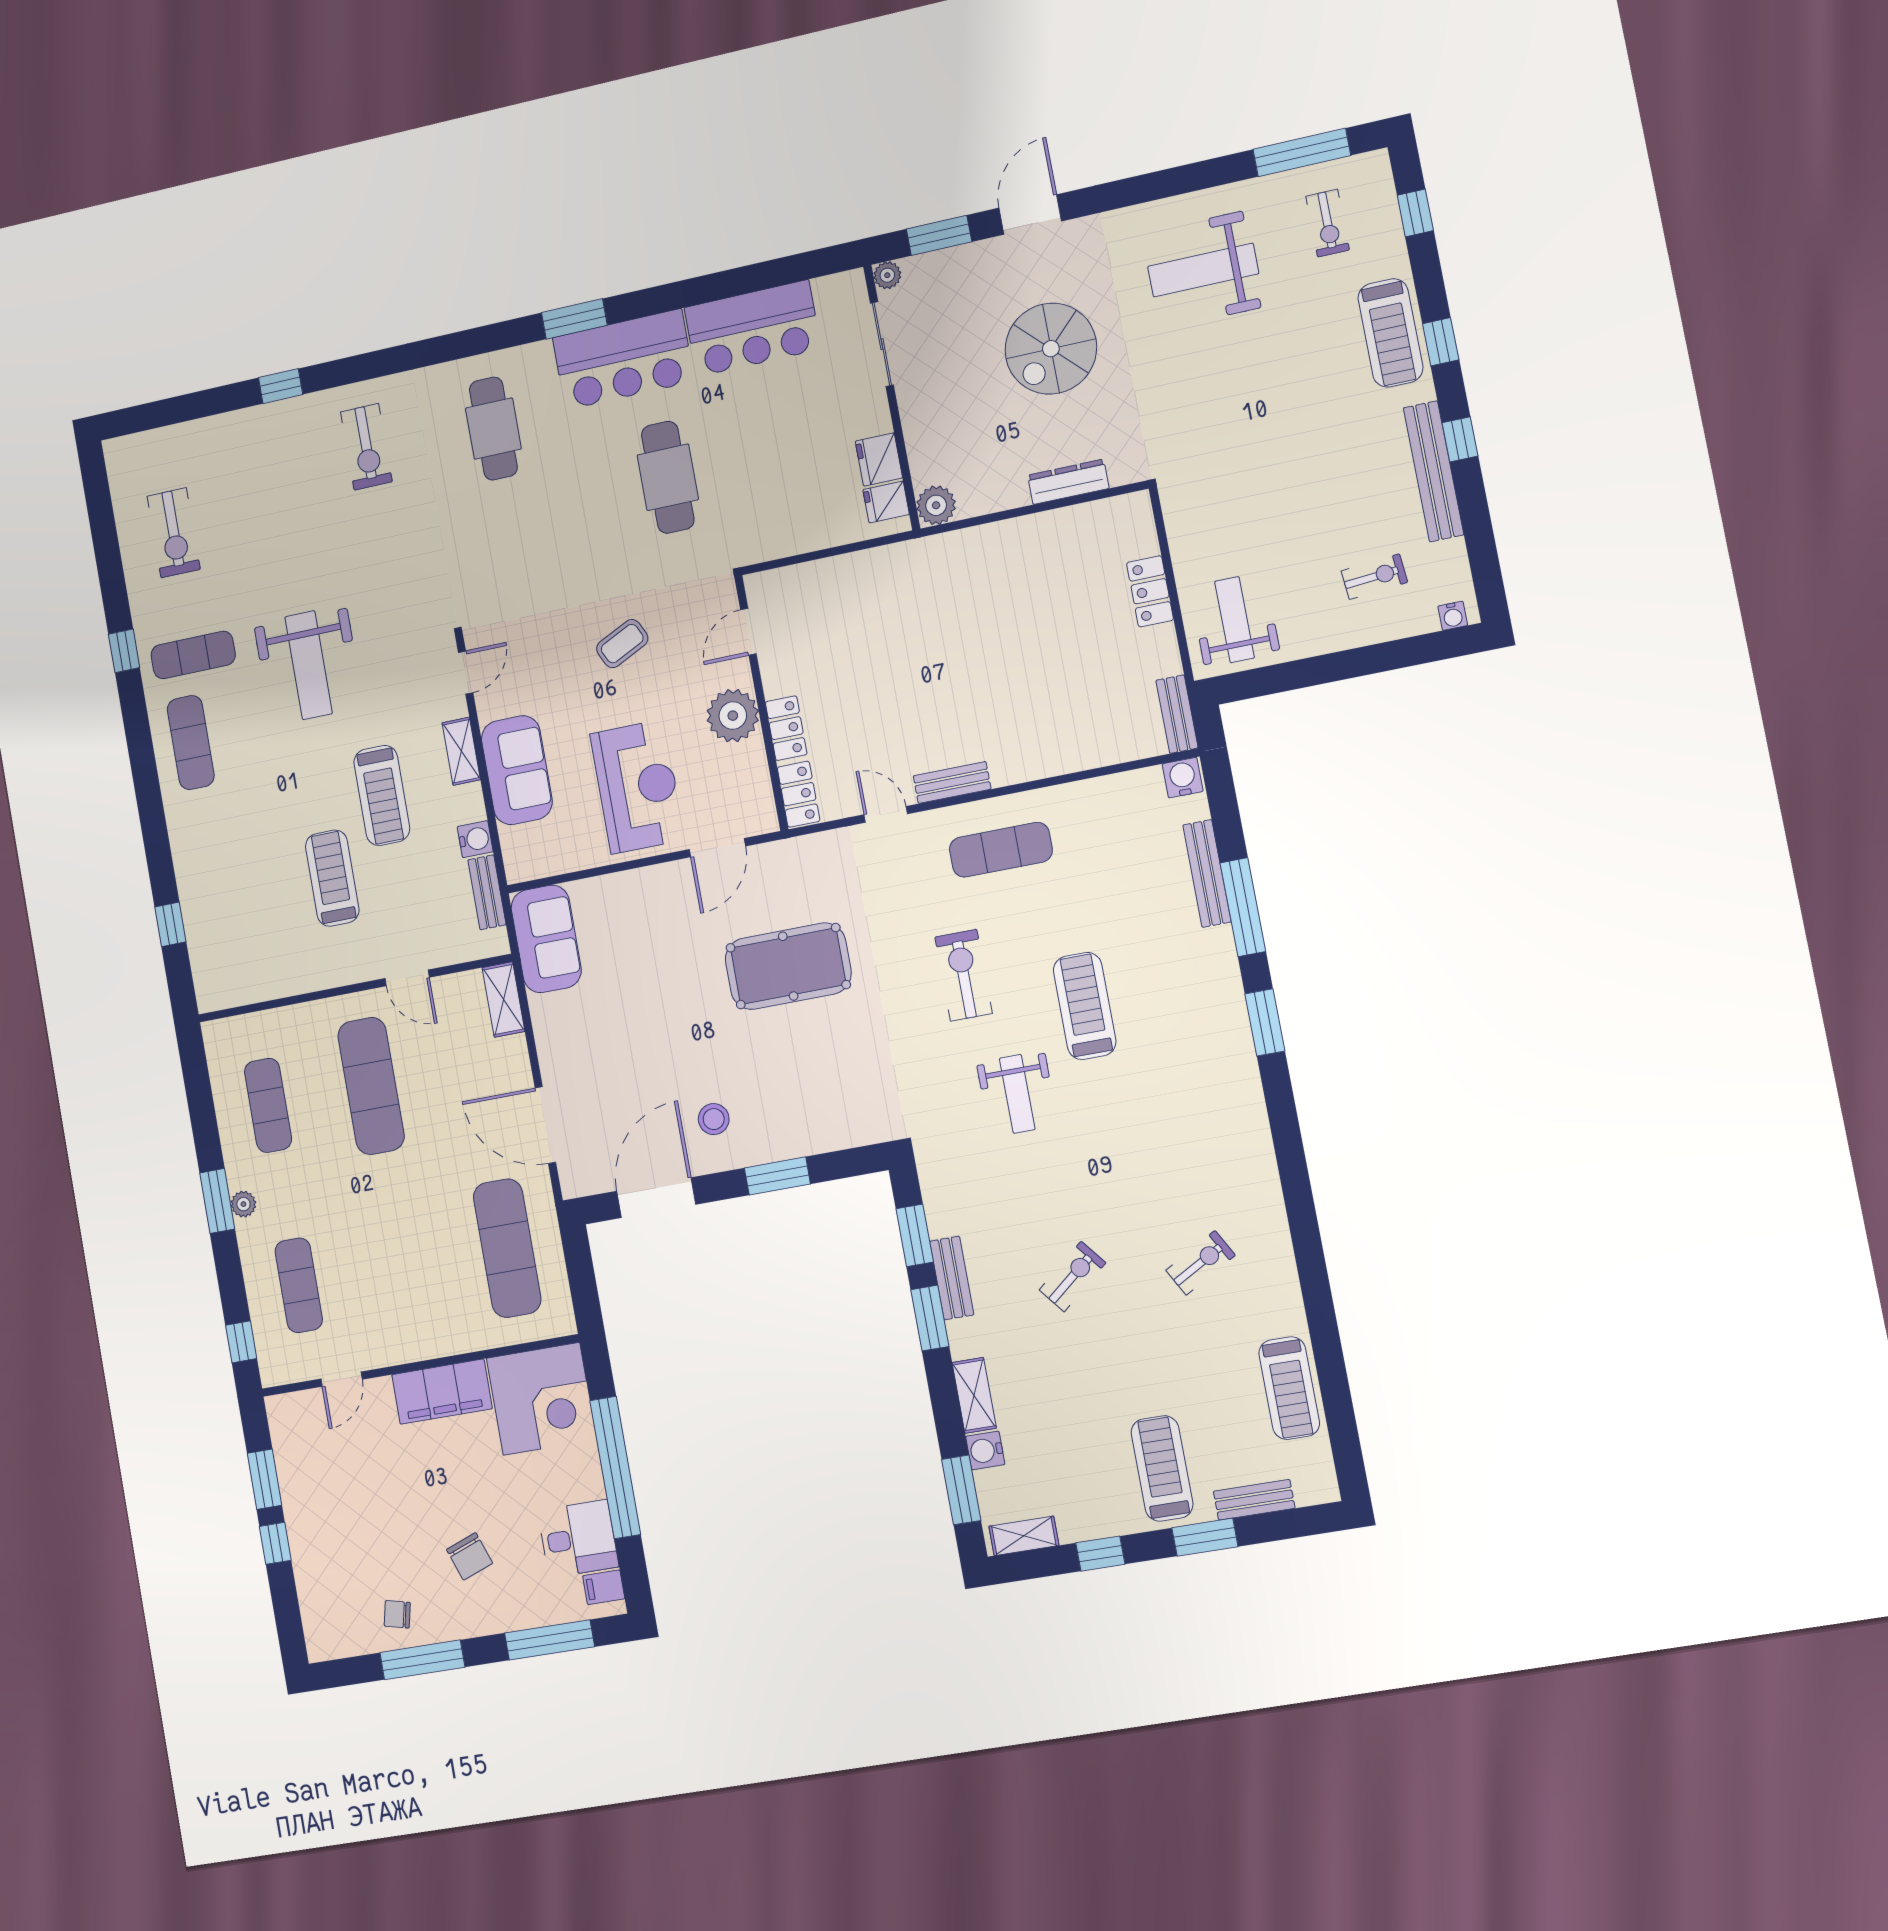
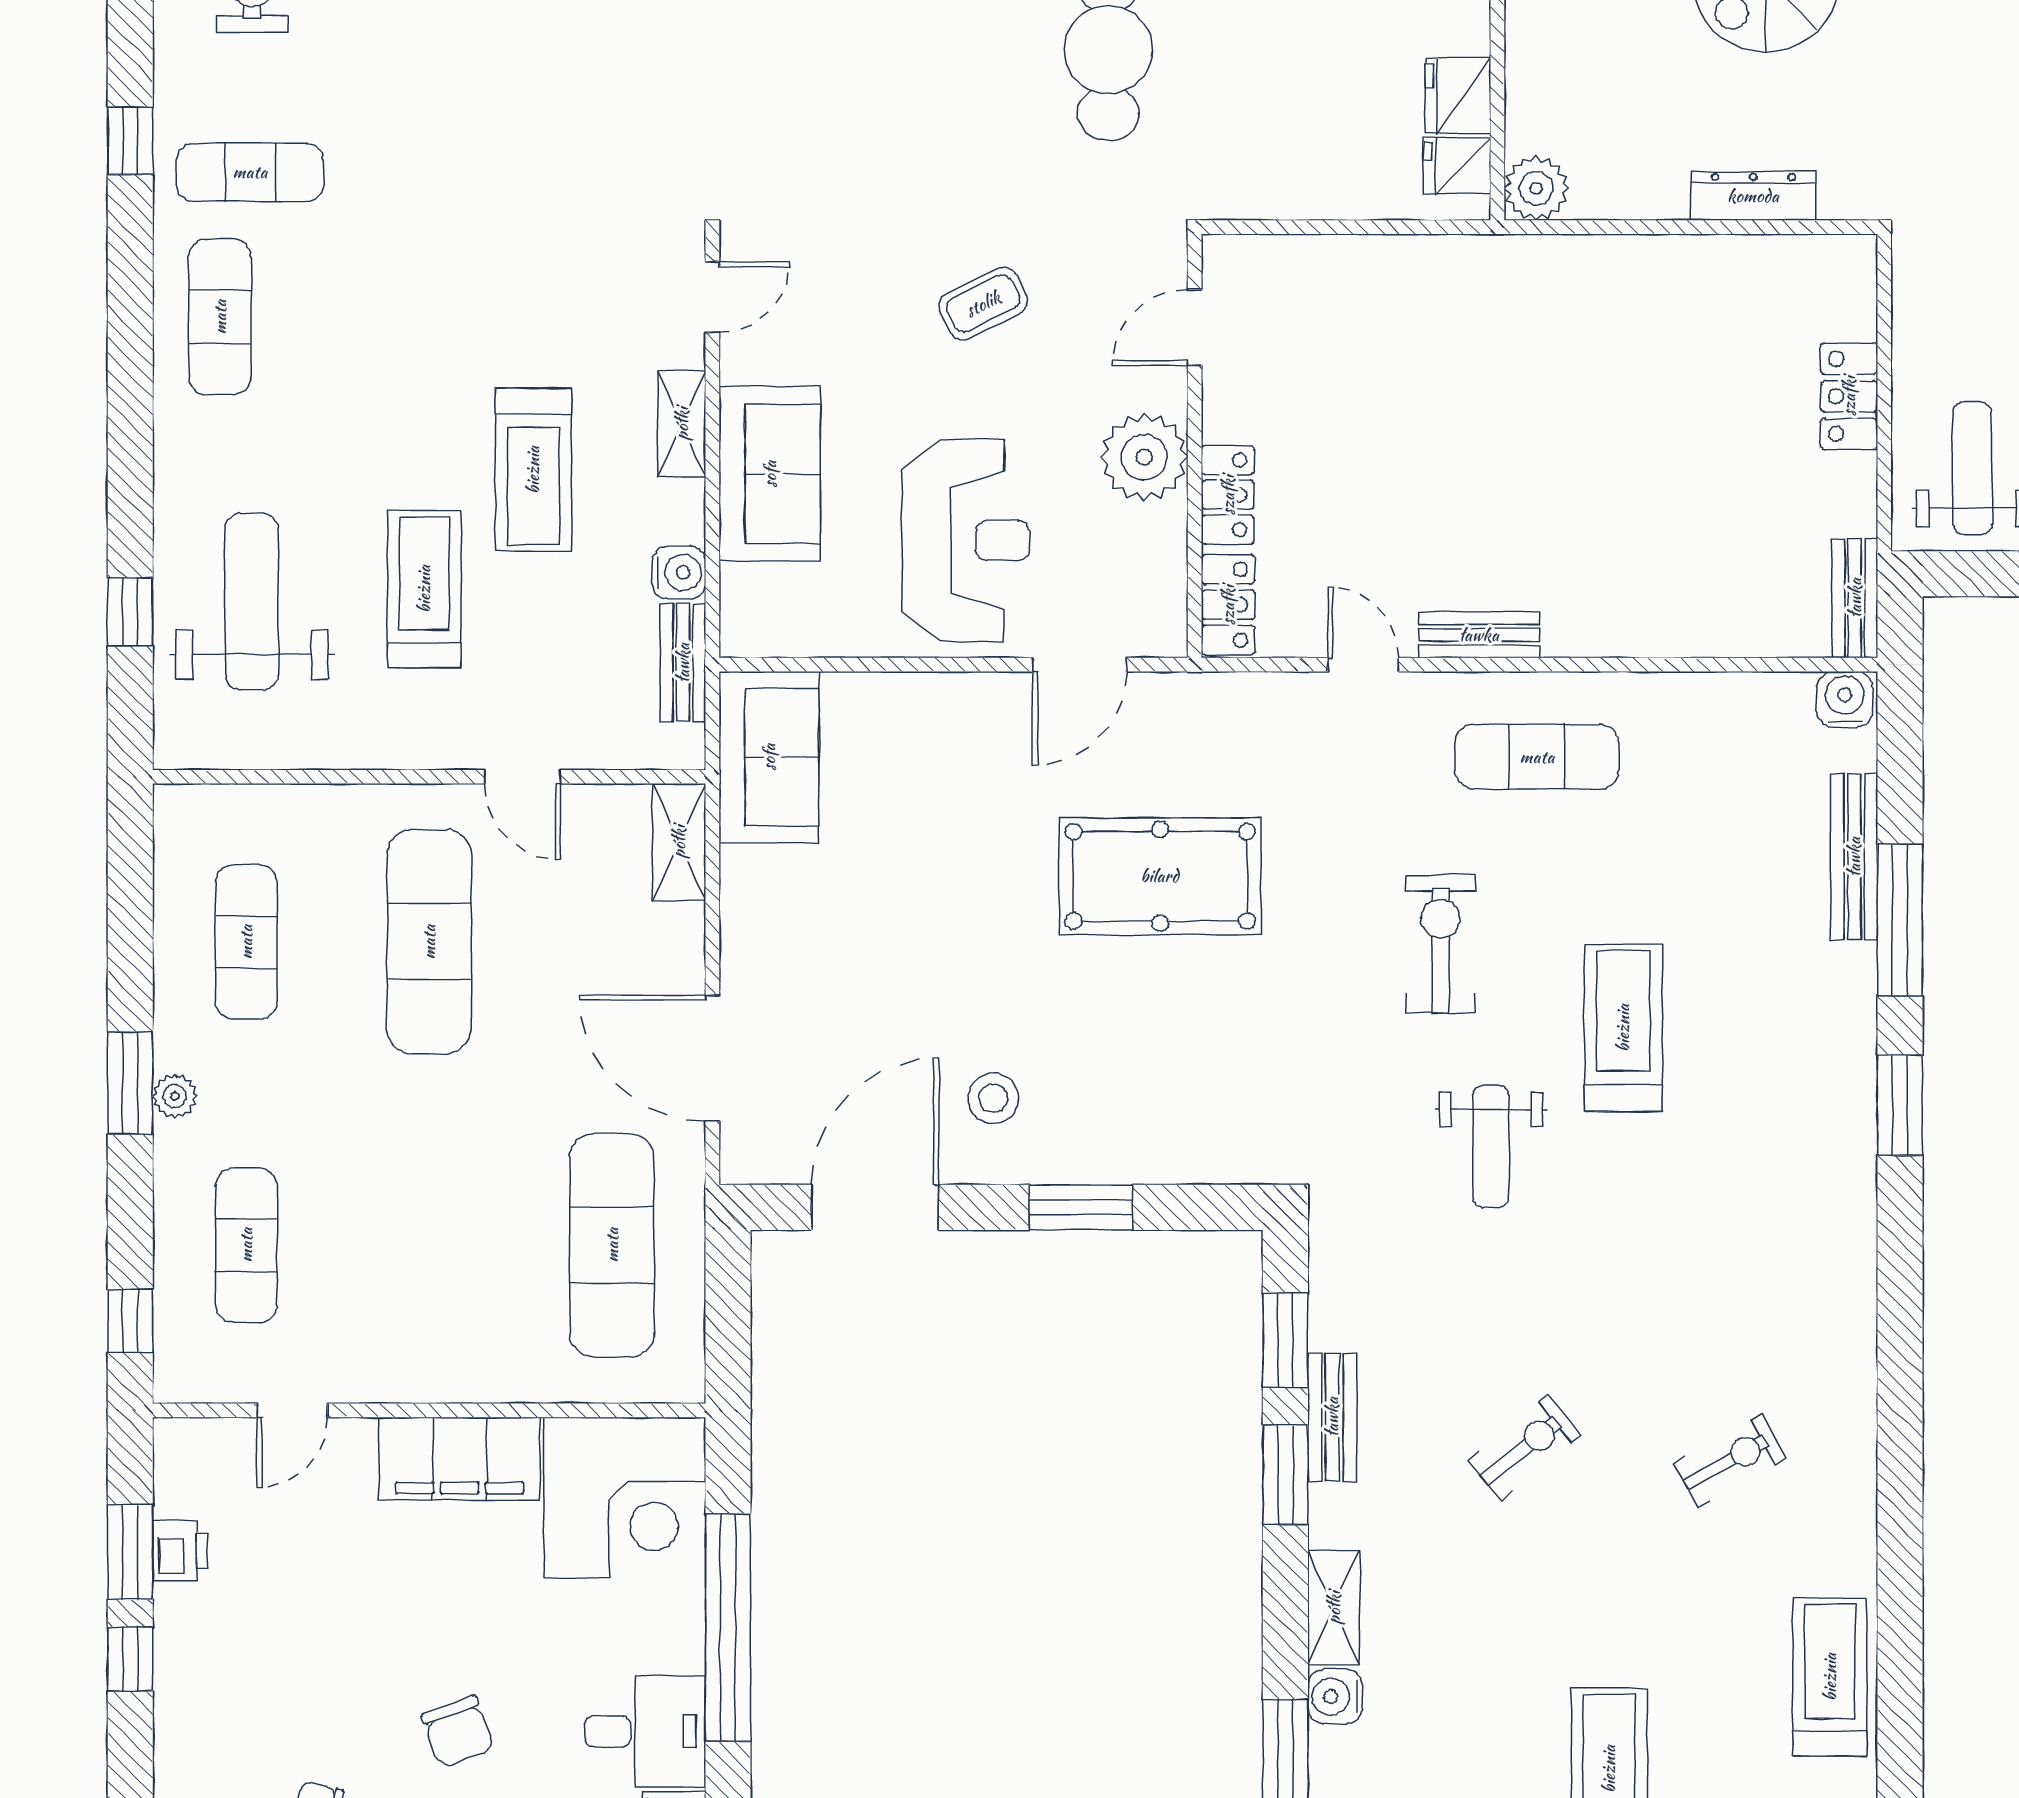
weight bench: (309, 665) -> (252, 602), moved, turned 180
treadmill: (1289, 1388) -> (1830, 1677), turned 180
printer: (293, 1474) -> (180, 1551), added

